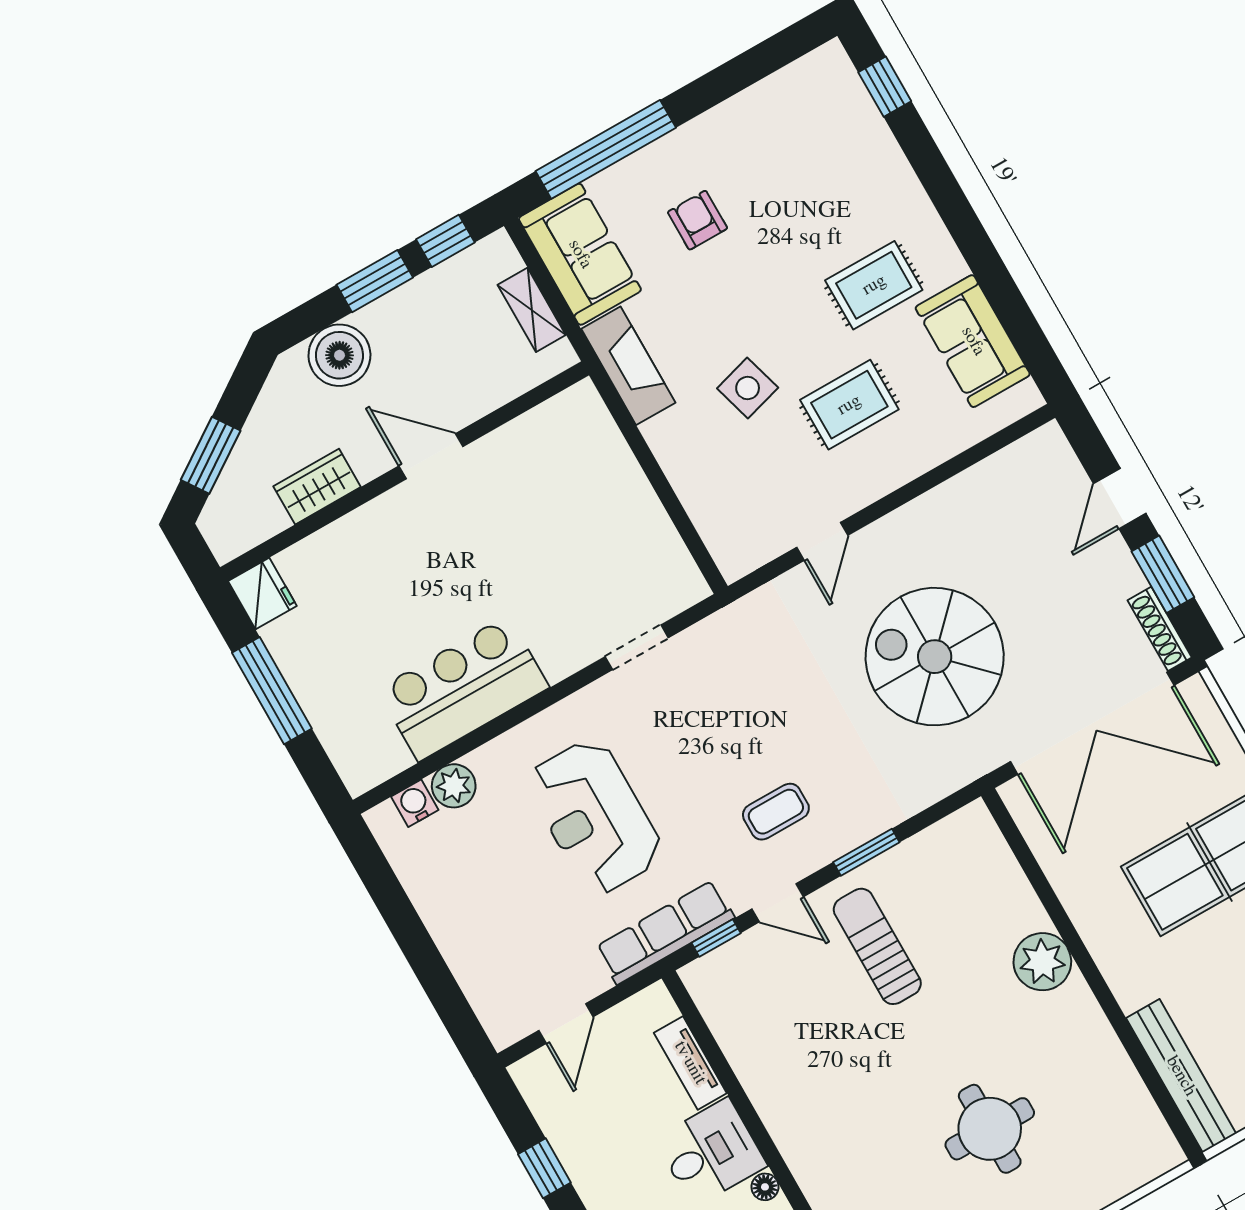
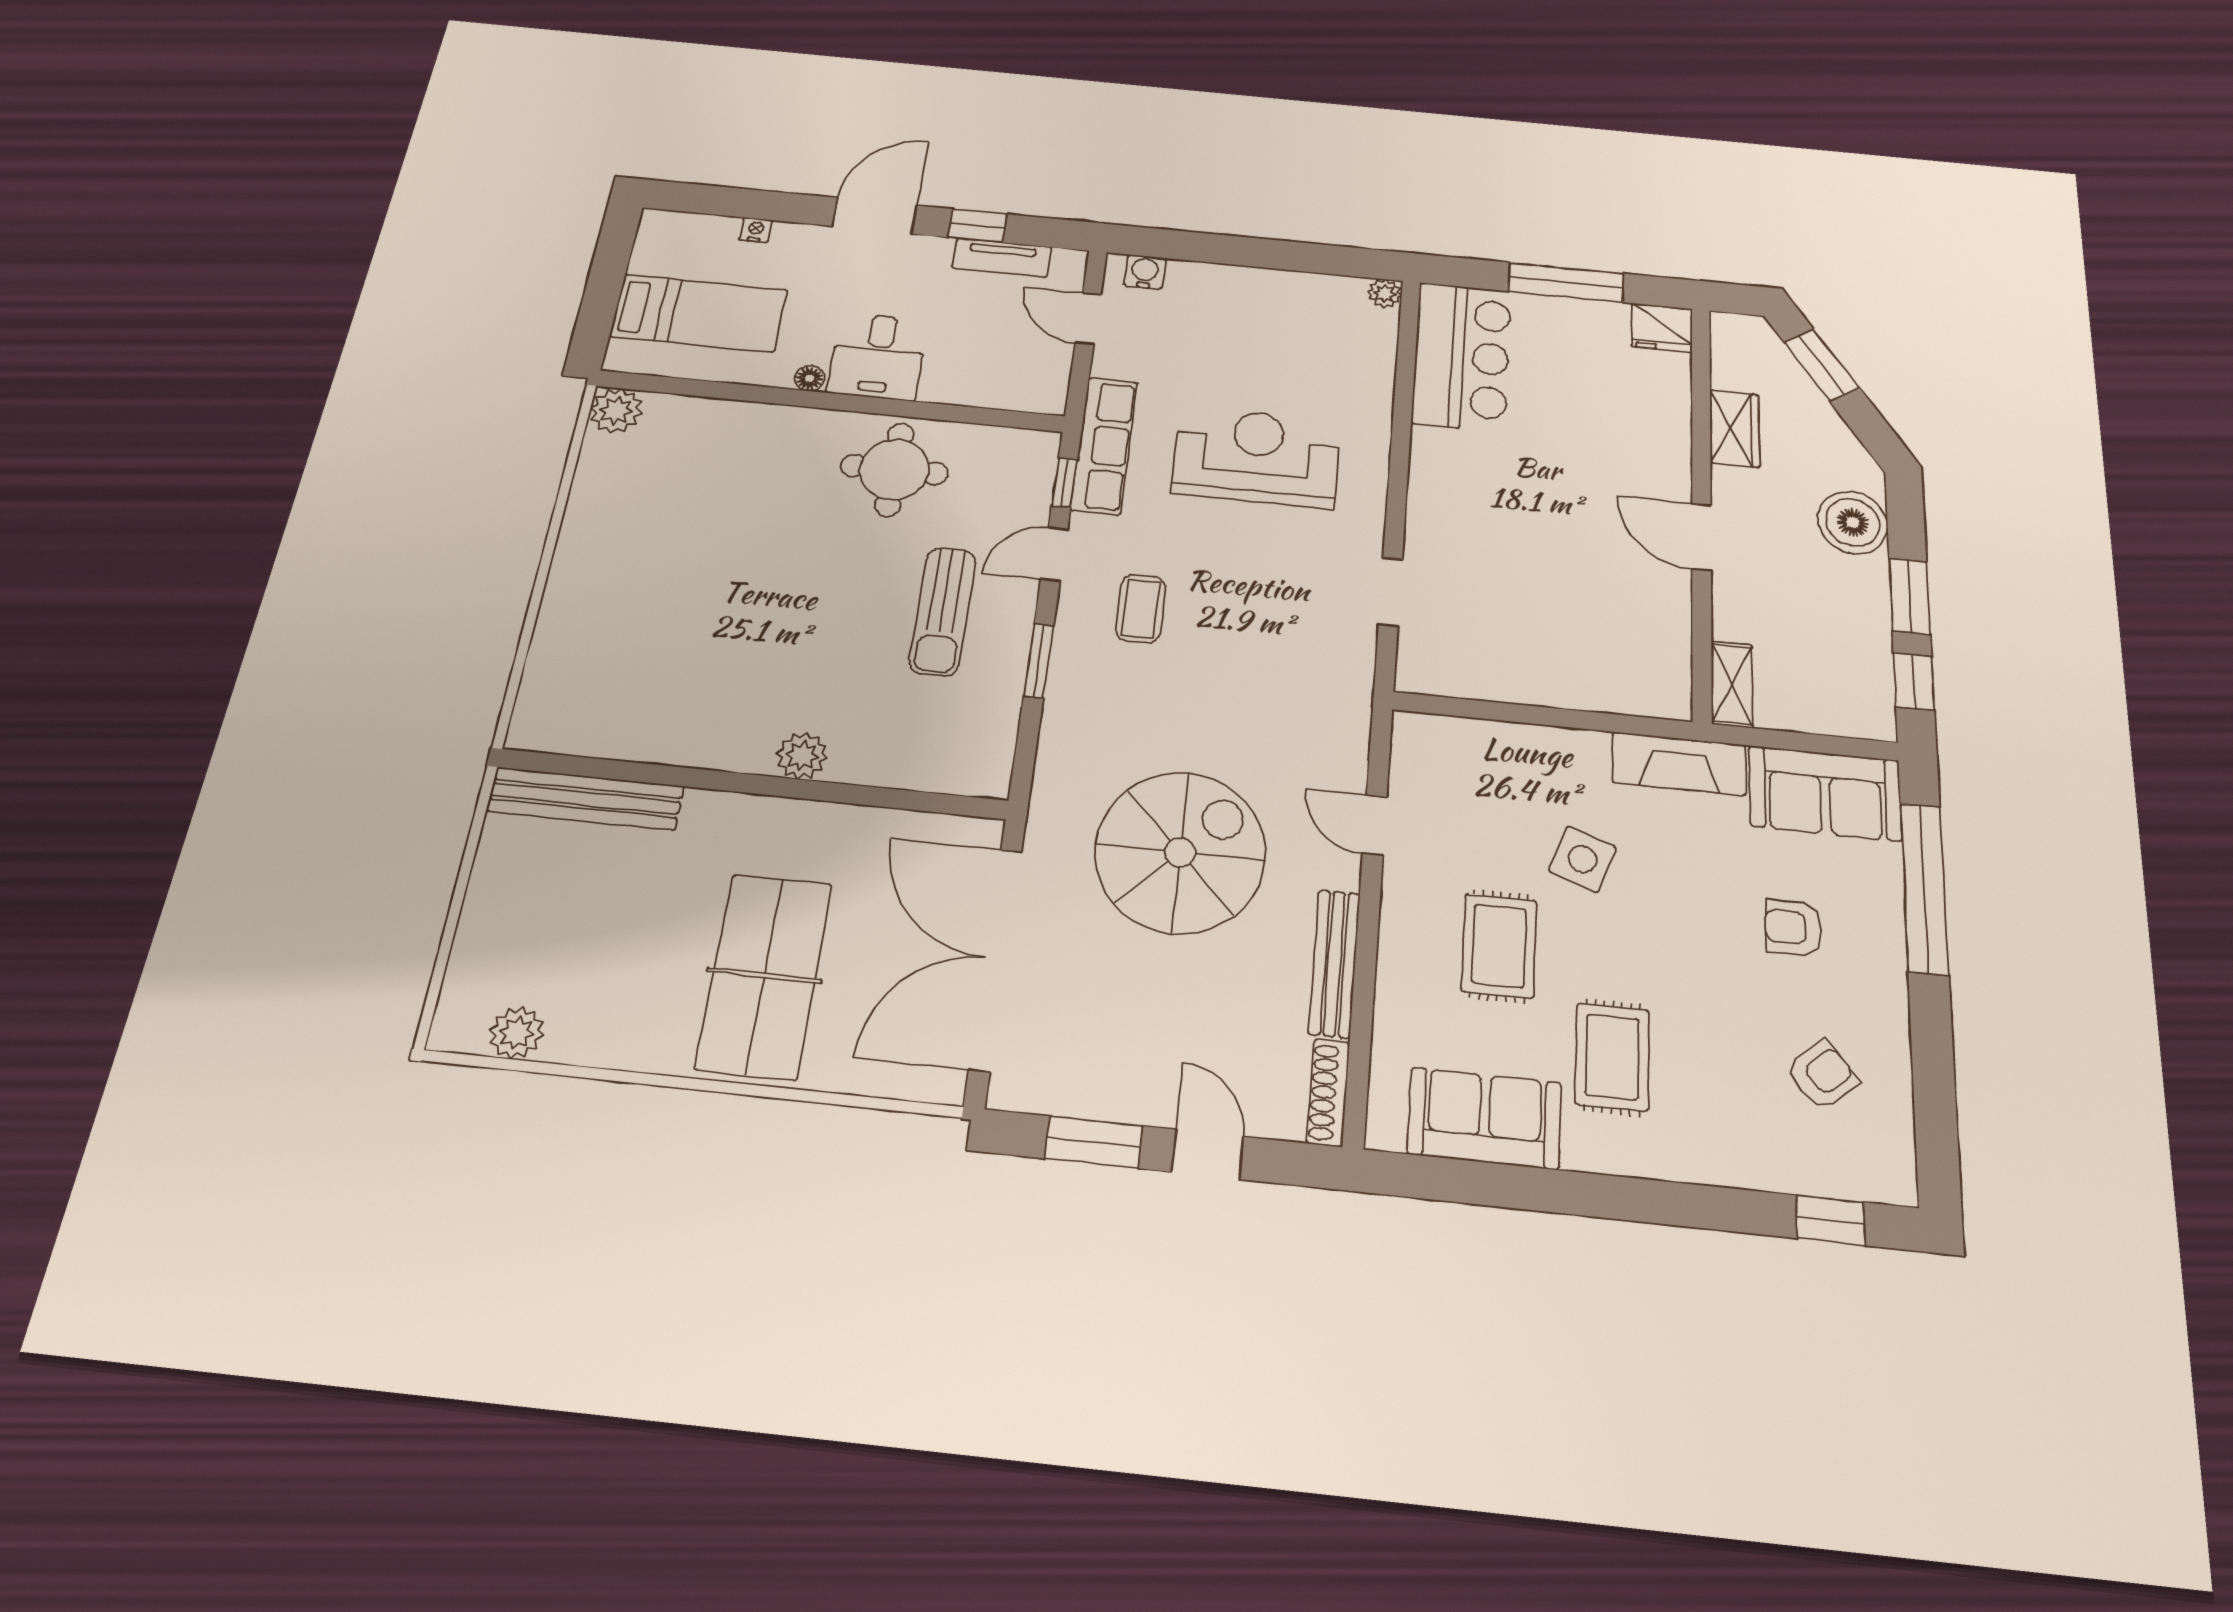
armchair: (790, 144) -> (1823, 1075), added
armchair: (698, 220) -> (1793, 927), turned 180
shelving: (532, 310) -> (1732, 684), moved, turned 90
side table: (748, 388) -> (1582, 859), turned 36
door: (431, 456) -> (1701, 537), swing flipped
bench: (938, 503) -> (1334, 963), added
shoe rack: (1160, 629) -> (1328, 1093), moved, turned -90
bar counter: (463, 688) -> (1462, 356), moved
plant: (454, 786) -> (1385, 294), moved, width x0.73, depth x0.73
water cooler: (415, 803) -> (1145, 272), moved, turned -90
sun lounger: (877, 946) -> (943, 611), turned 90
plant: (1042, 962) -> (802, 756), width x0.73, depth x0.73
tv unit: (690, 1063) -> (1002, 257), moved, turned 180
round table: (990, 1129) -> (894, 470), moved

